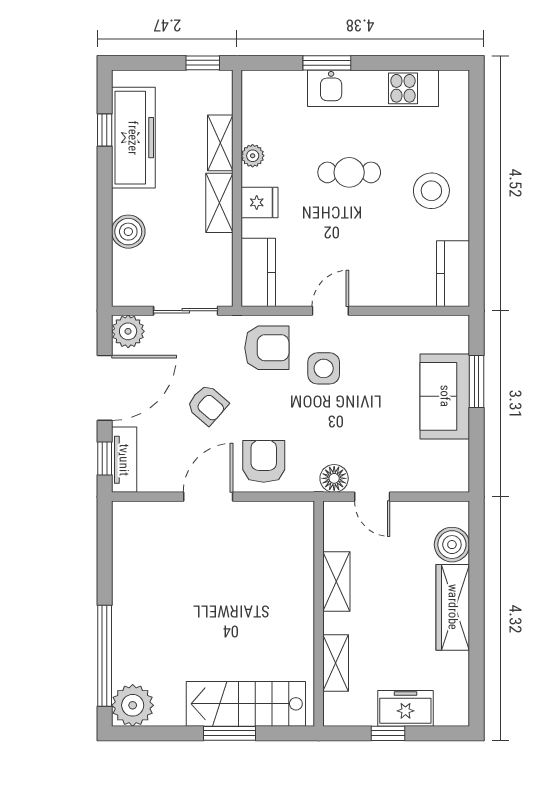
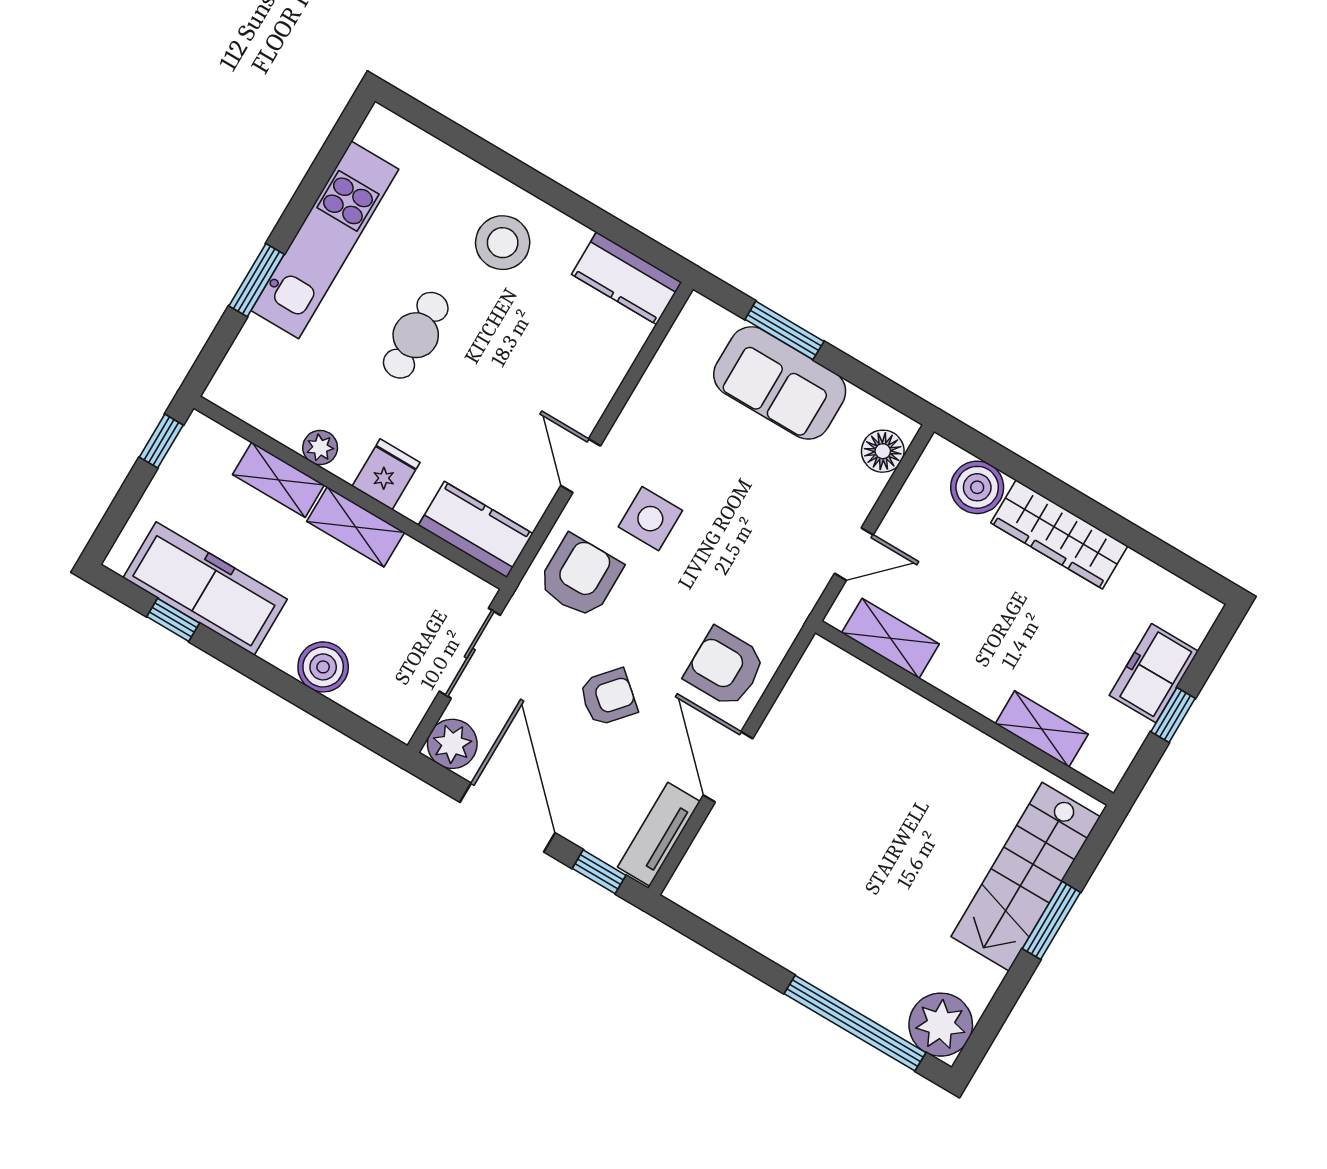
tv unit: (124, 460) -> (659, 834), moved, turned -90
floor lamp: (334, 478) -> (883, 451), moved
shelving: (336, 581) -> (890, 638), moved

